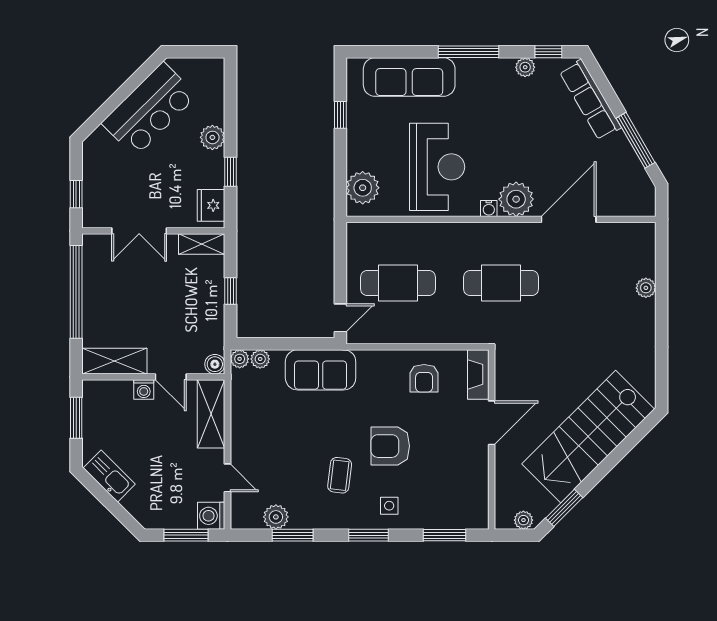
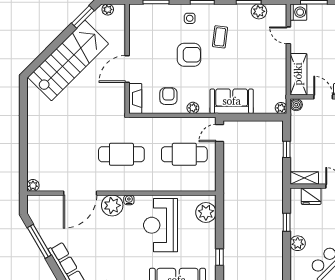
fridge: (211, 205) -> (311, 196), moved, turned 90
plant: (646, 288) -> (33, 185), moved
plant: (260, 359) -> (193, 108), moved

